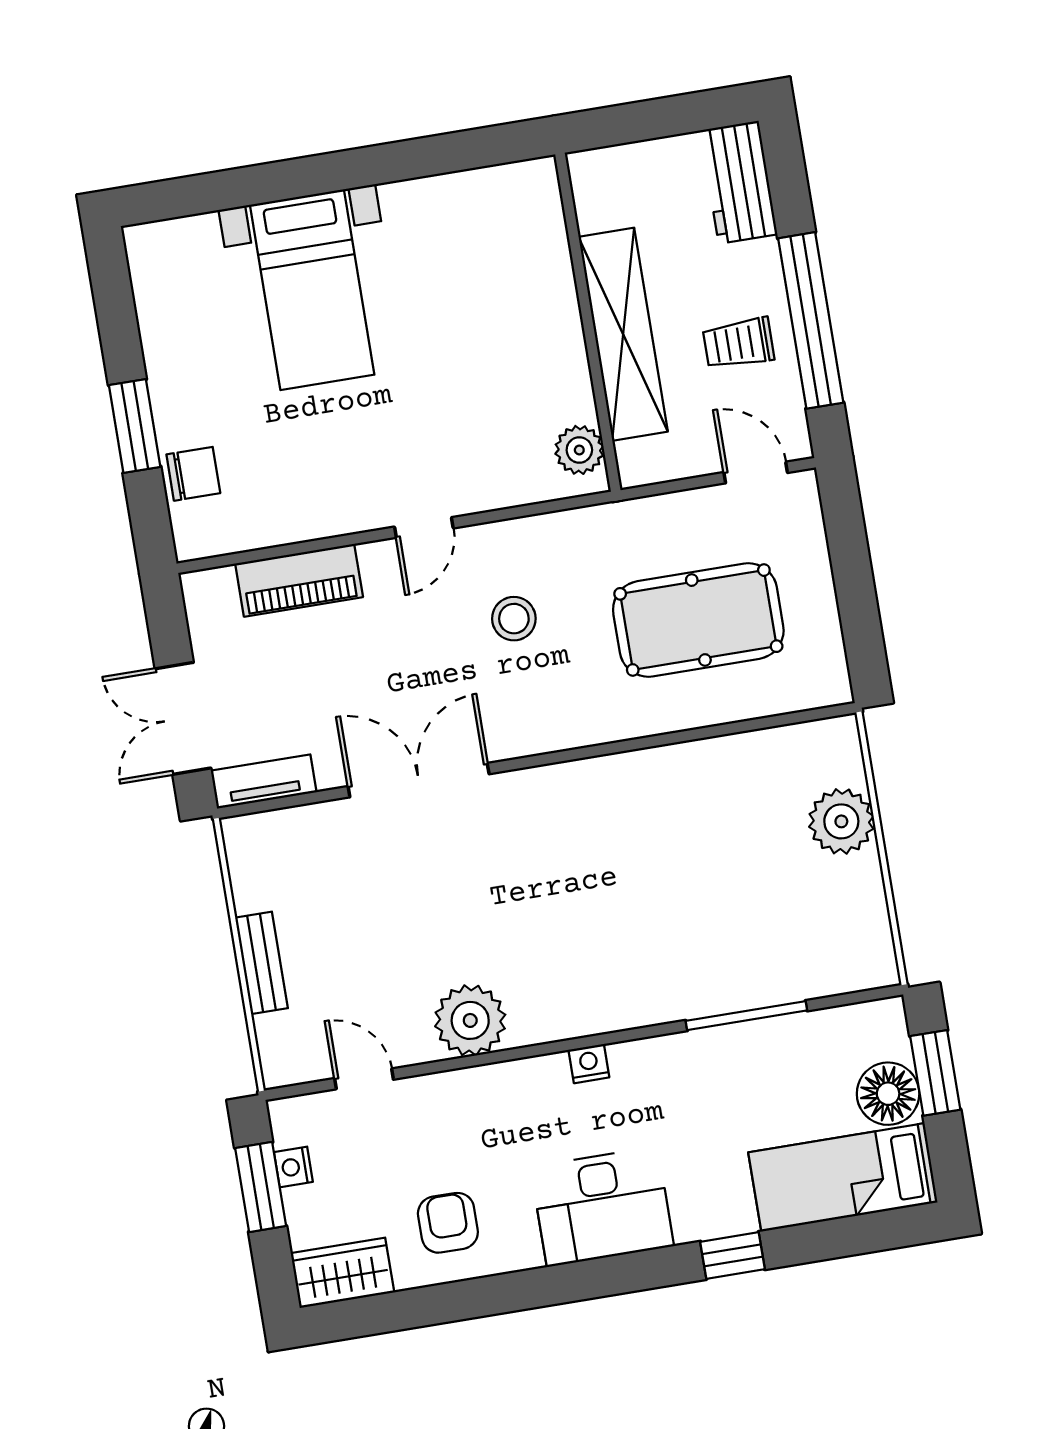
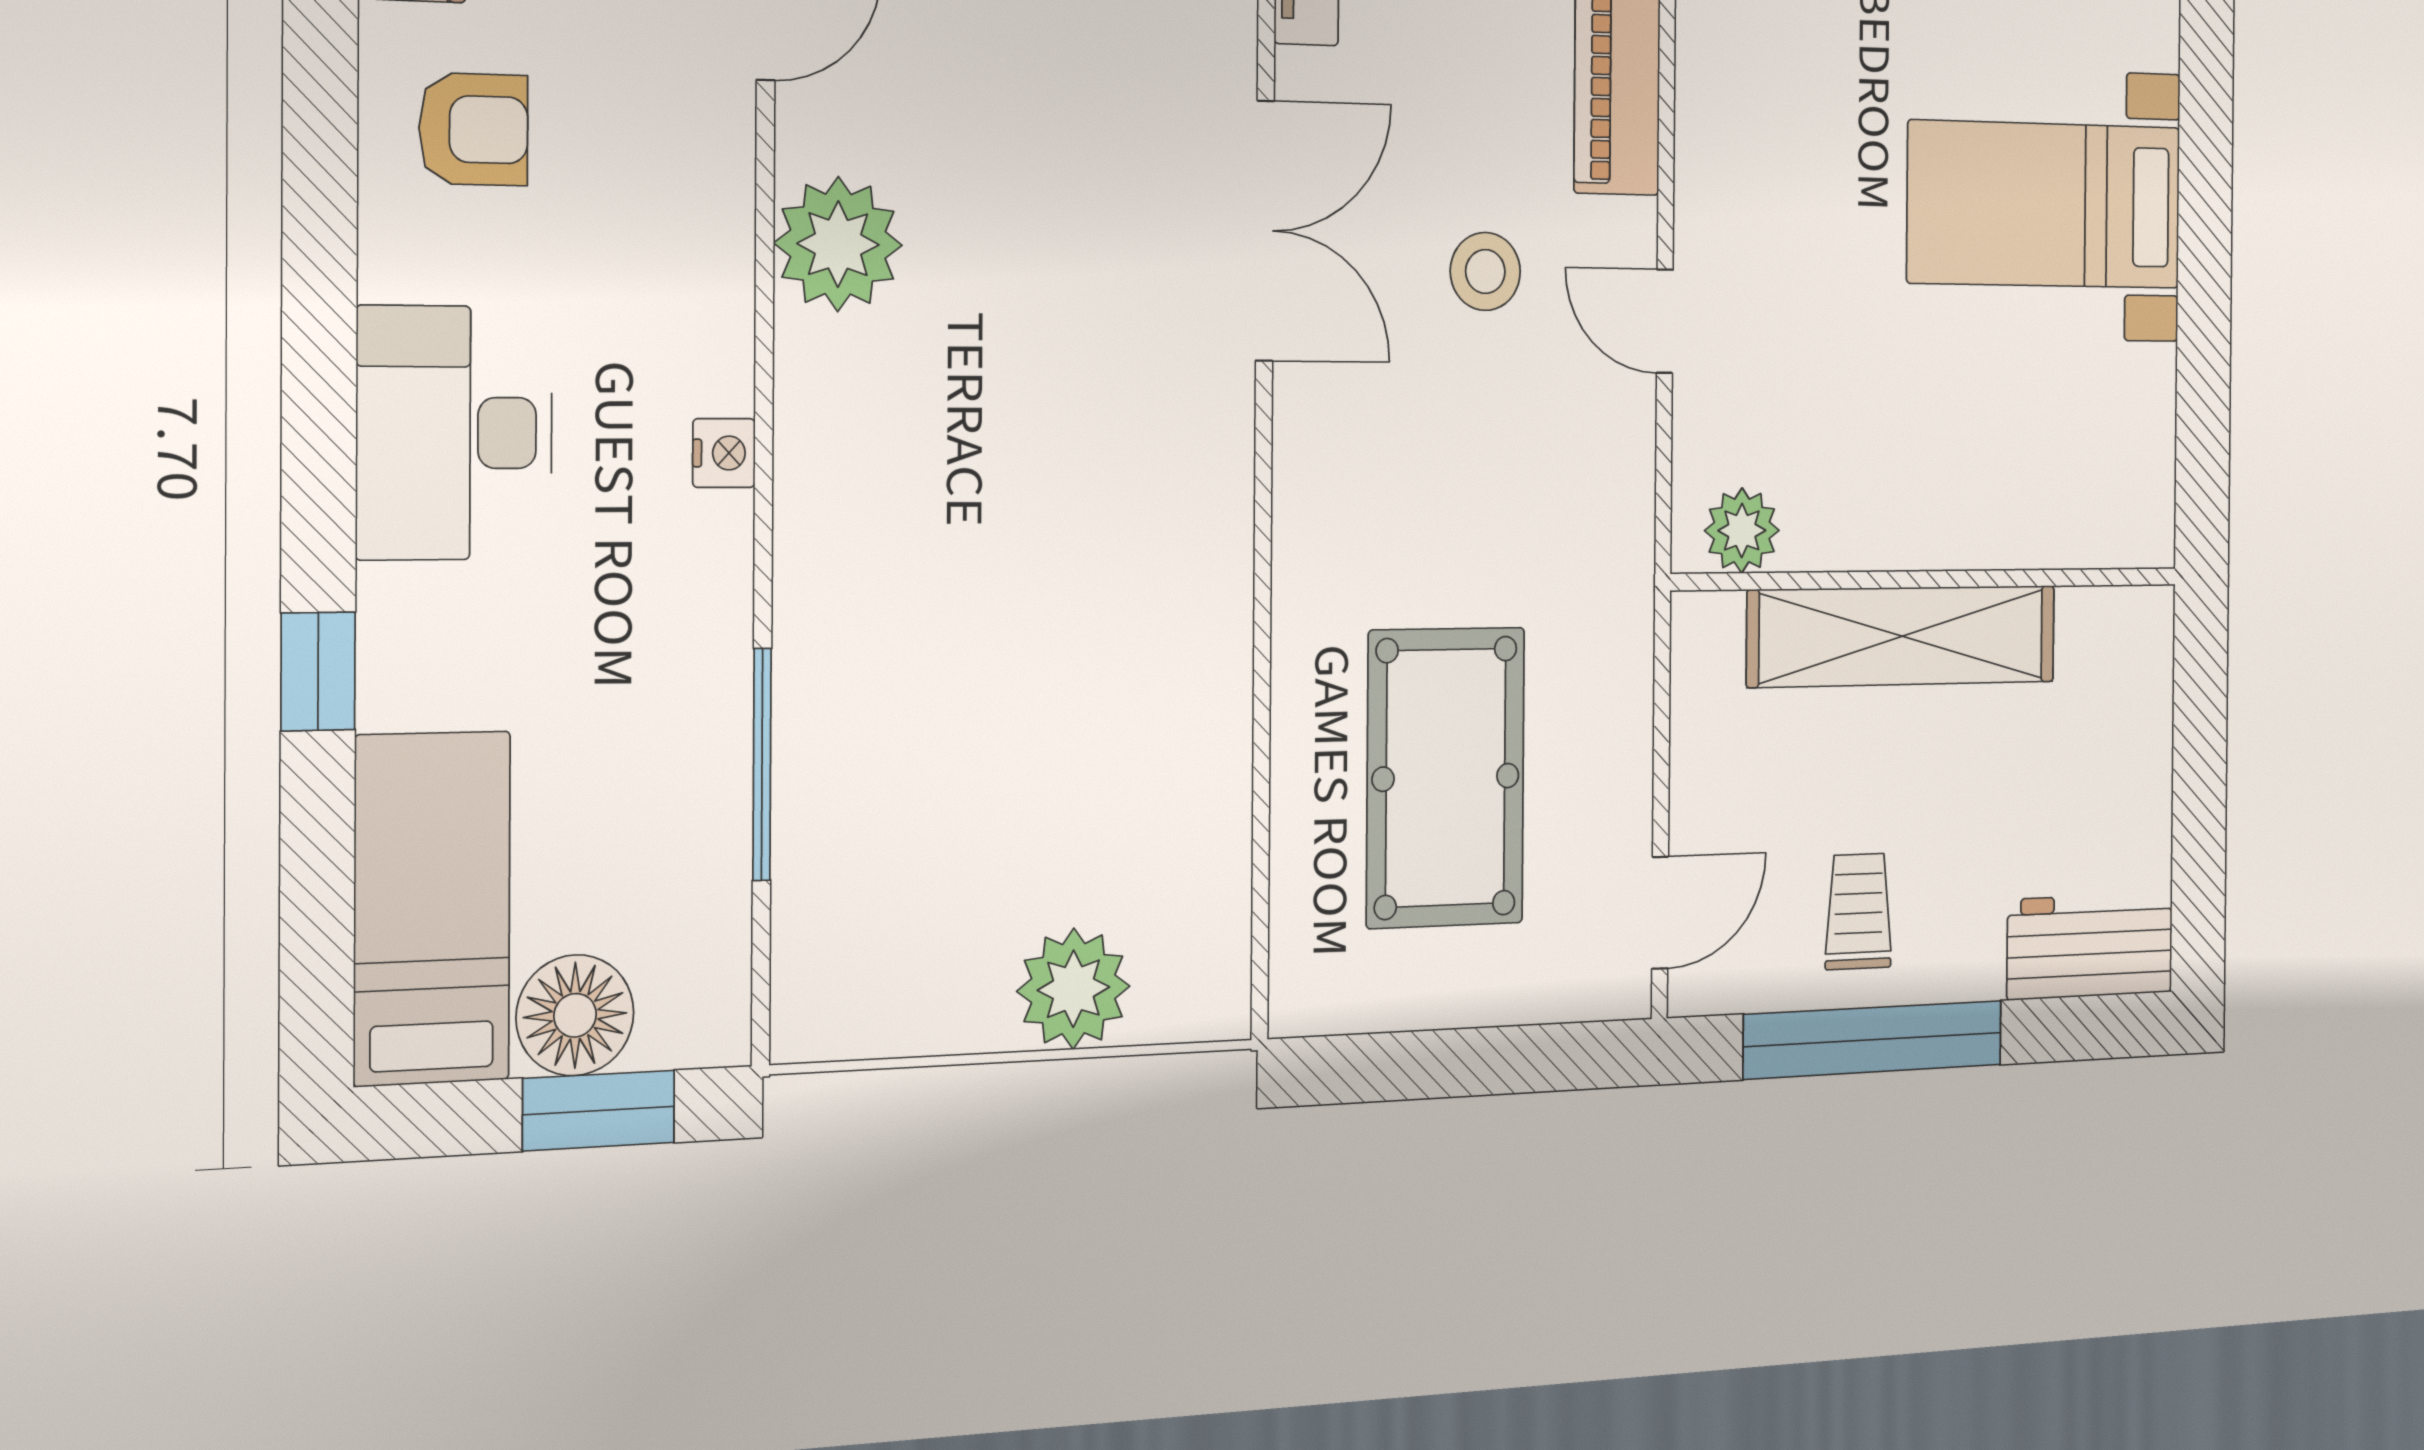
wall: (588, 322) -> (1929, 579), moved
shelving: (623, 334) -> (1902, 636), moved
plant: (579, 450) -> (1742, 531), moved
stool: (514, 619) -> (1485, 271), moved

